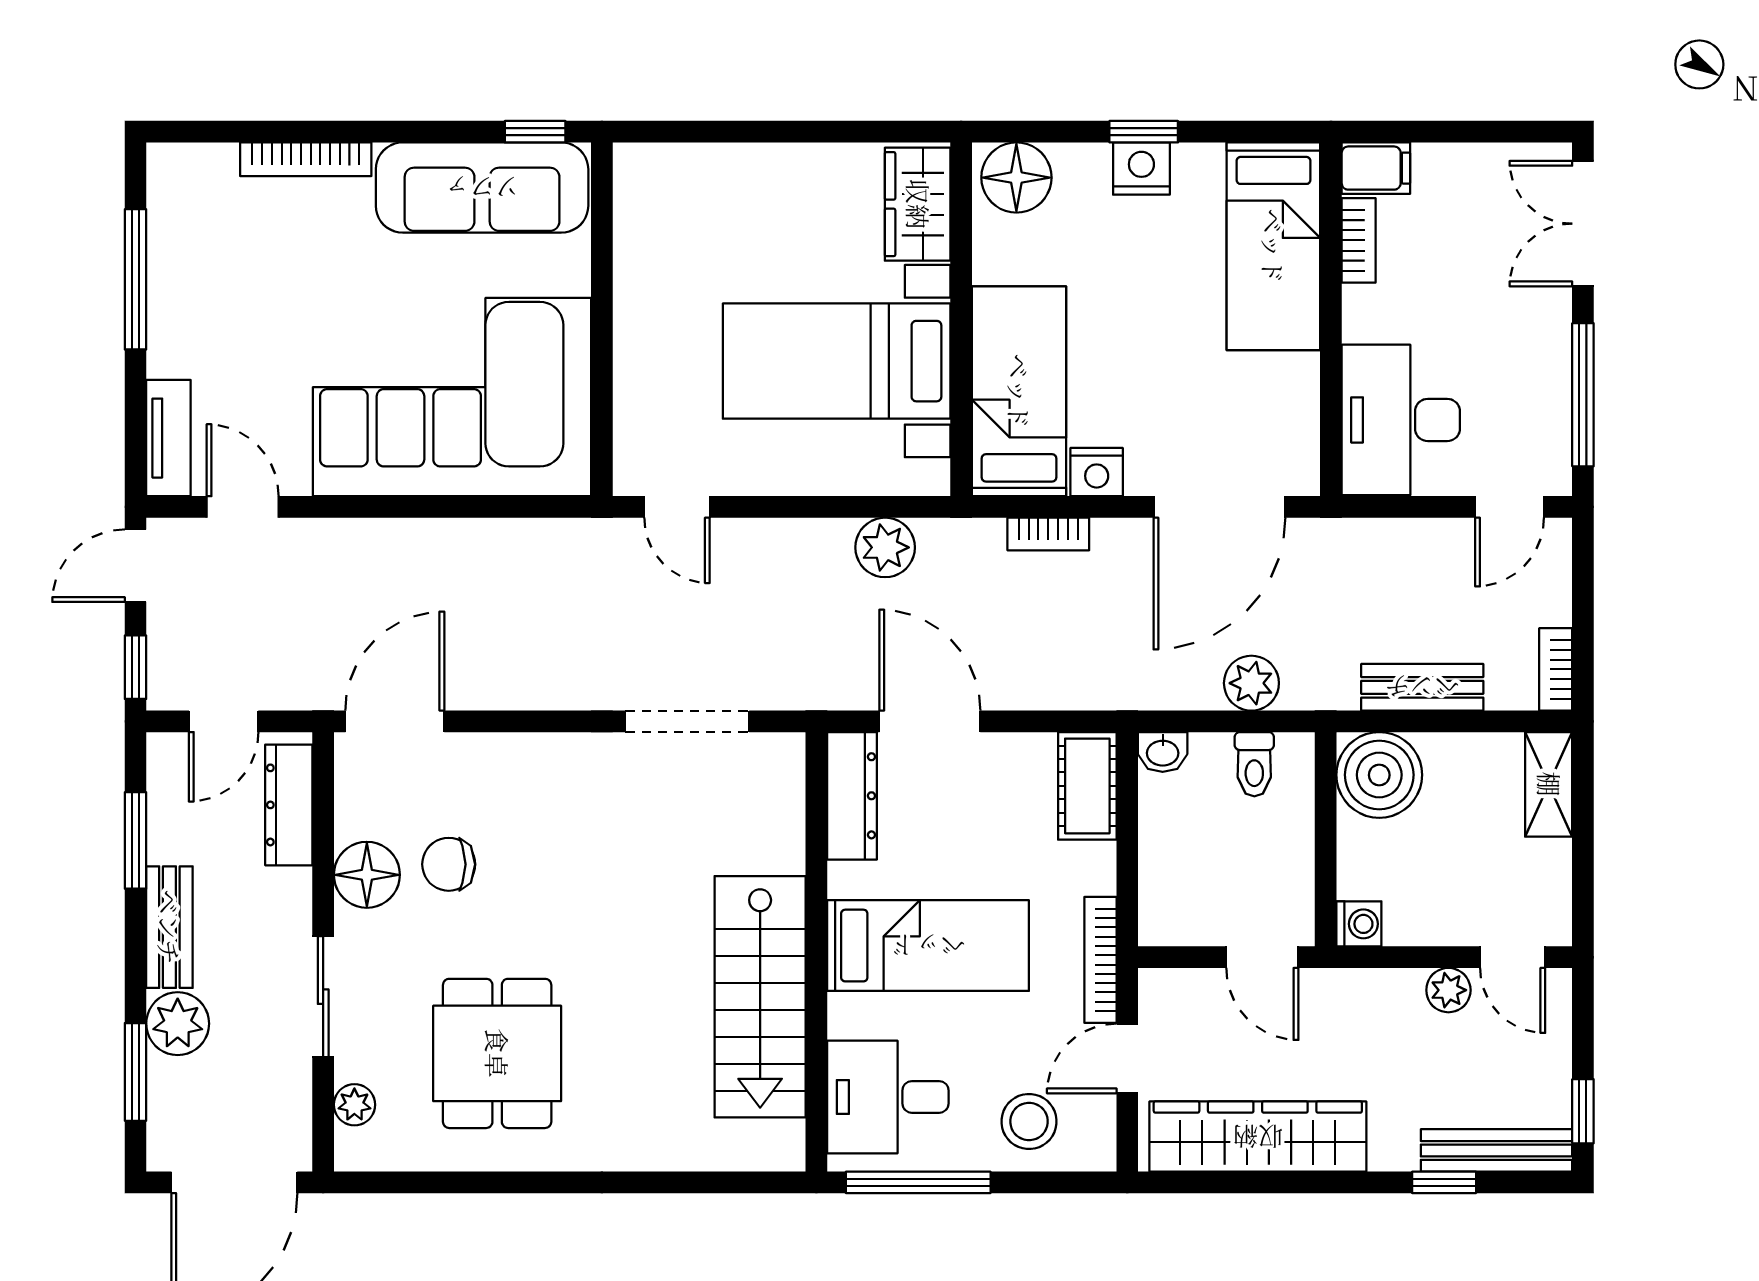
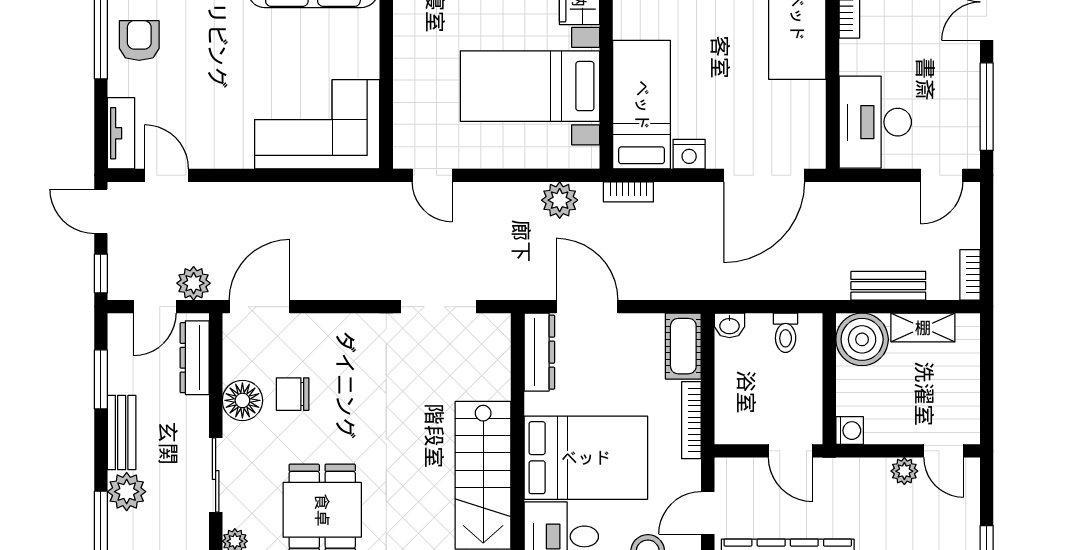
armchair: (198, 287) -> (139, 40), added
corner sofa: (452, 397) -> (317, 124), width x0.73, depth x0.74
bookcase: (1048, 534) -> (628, 192), moved
door: (136, 566) -> (101, 211), hinge flipped
plant: (1251, 683) -> (194, 283), moved
shelving: (1549, 784) -> (923, 328), moved, turned 90
bed: (928, 946) -> (586, 458), width x1.50
bookcase: (1100, 960) -> (691, 420), moved

